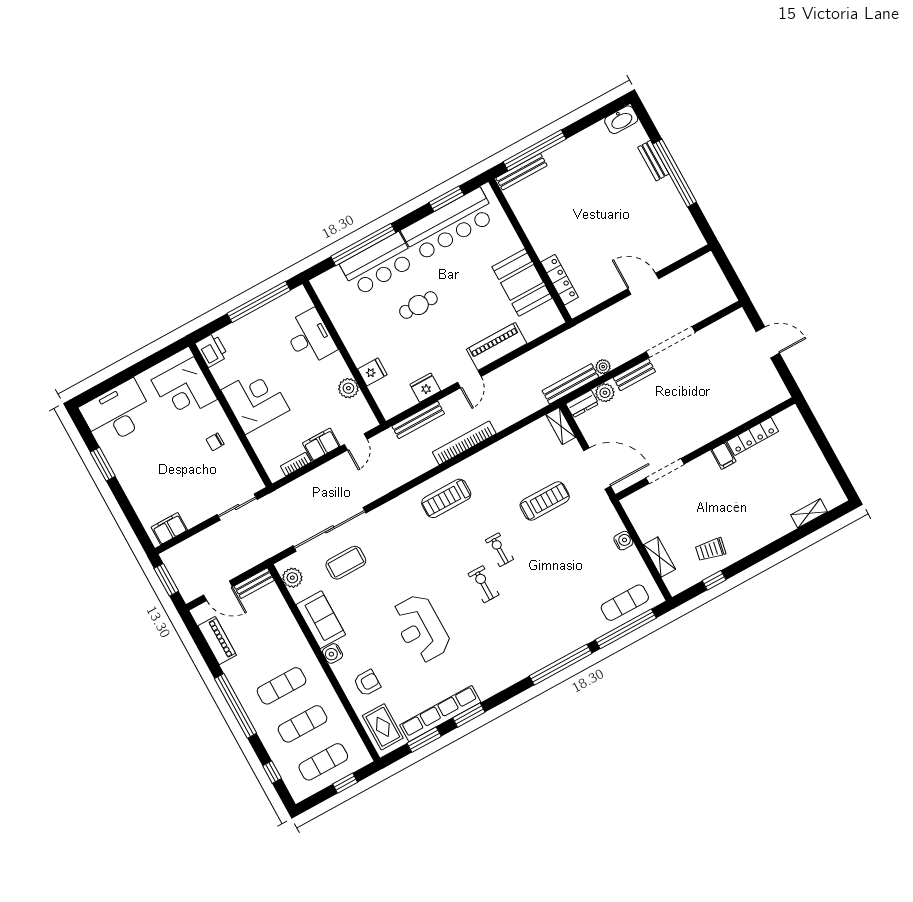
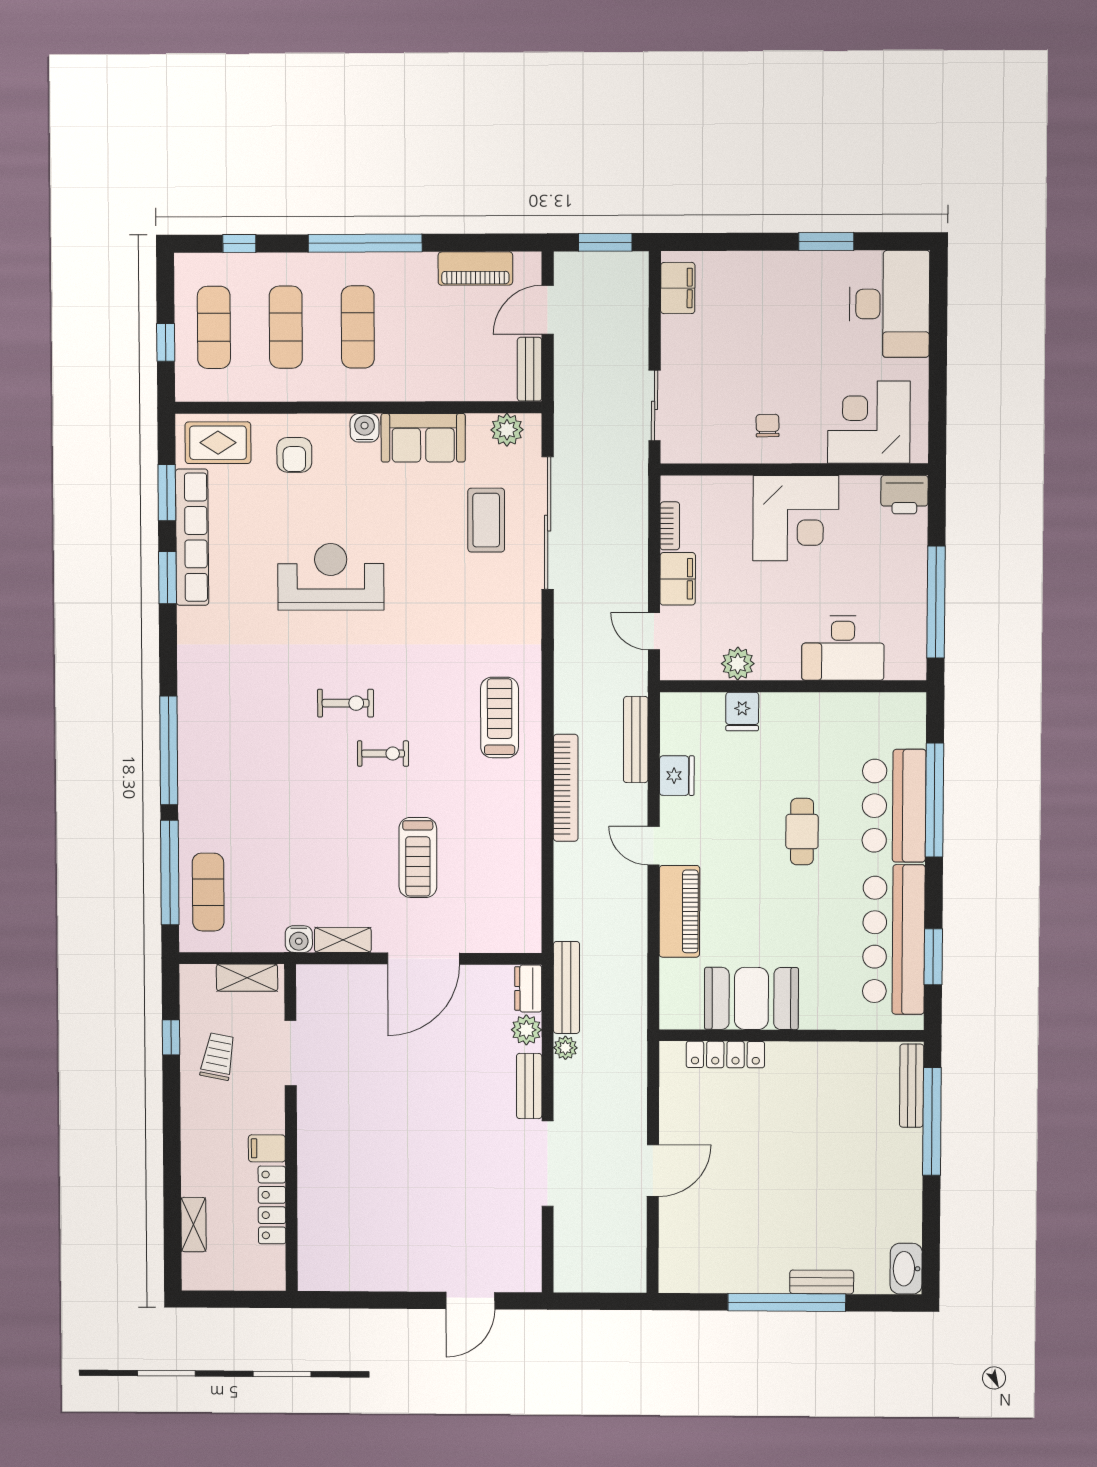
shelving: (561, 426) -> (343, 940), moved
locker: (753, 436) -> (272, 1205), moved
wall: (705, 449) -> (291, 1128), moved
filing cabinet: (723, 456) -> (267, 1148), moved
doorway: (665, 471) -> (291, 1053), moved

